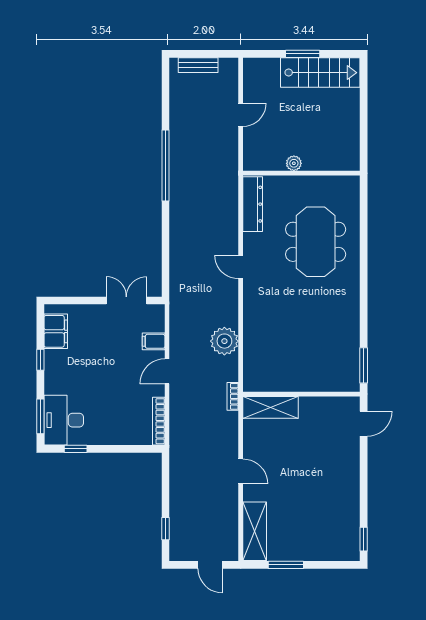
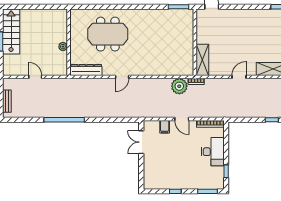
filing cabinet: (56, 331) -> (159, 183), removed
plant: (224, 341) -> (179, 86), moved
desk: (64, 420) -> (213, 152), moved, turned -90

